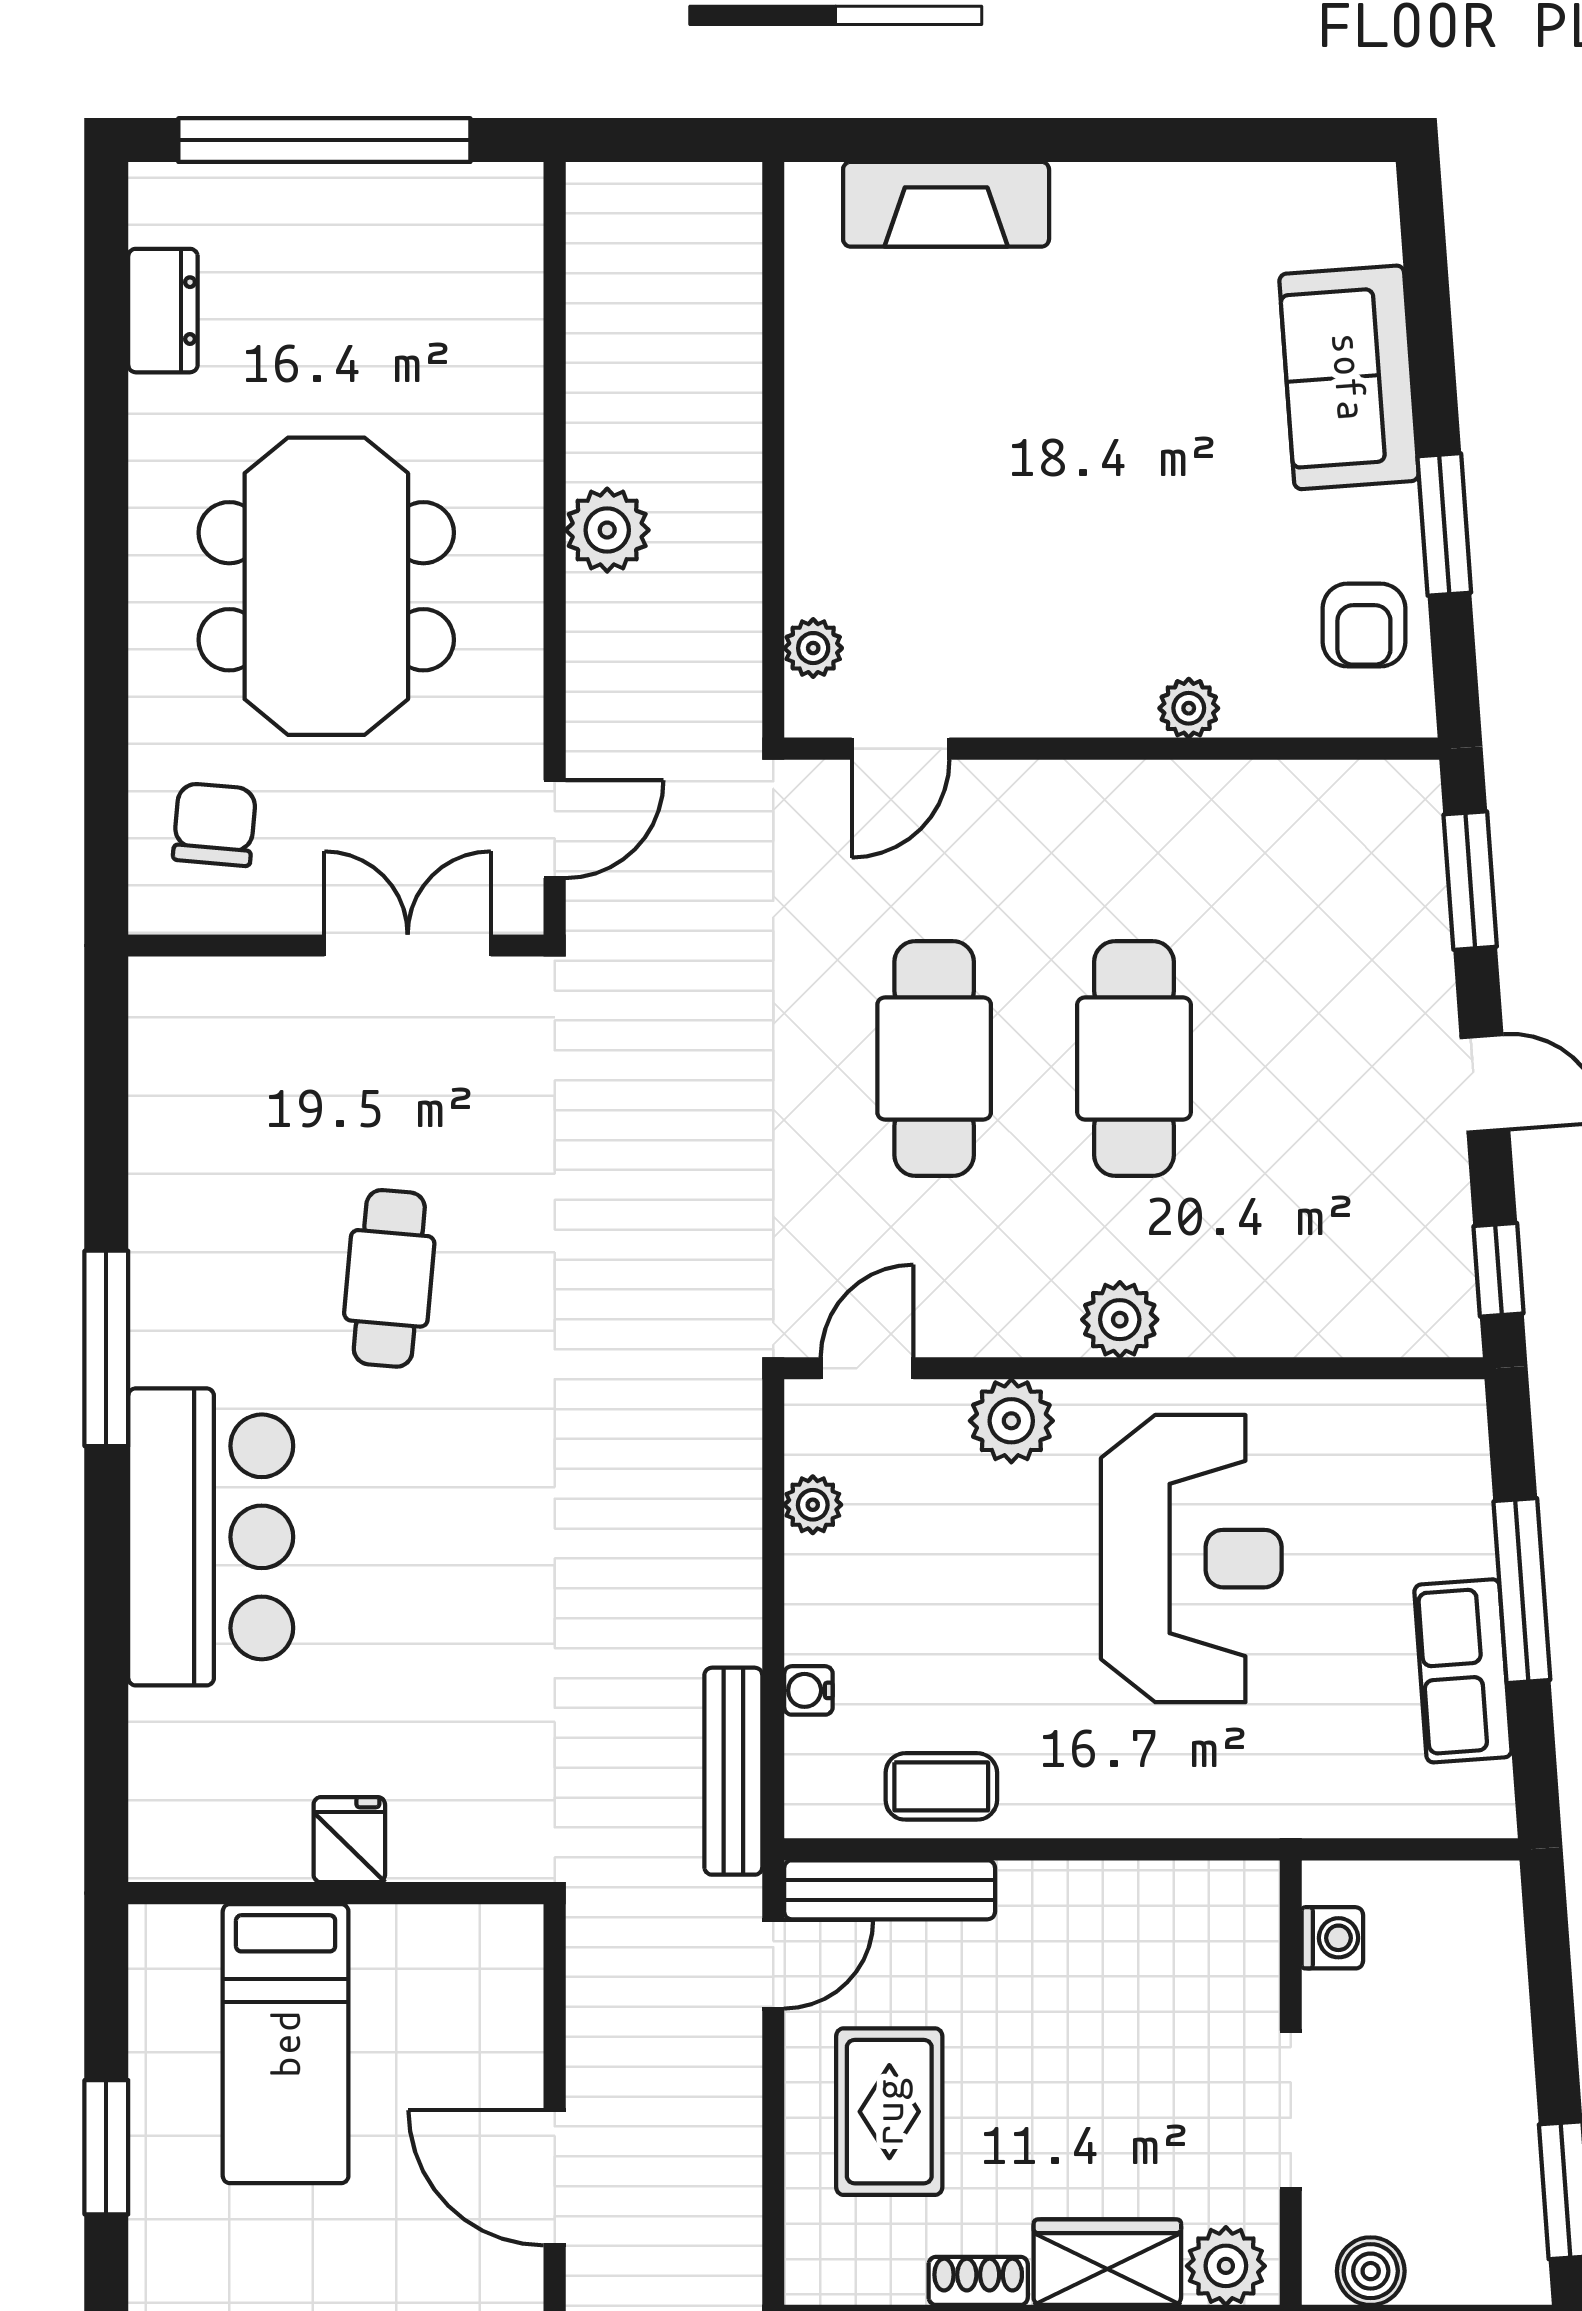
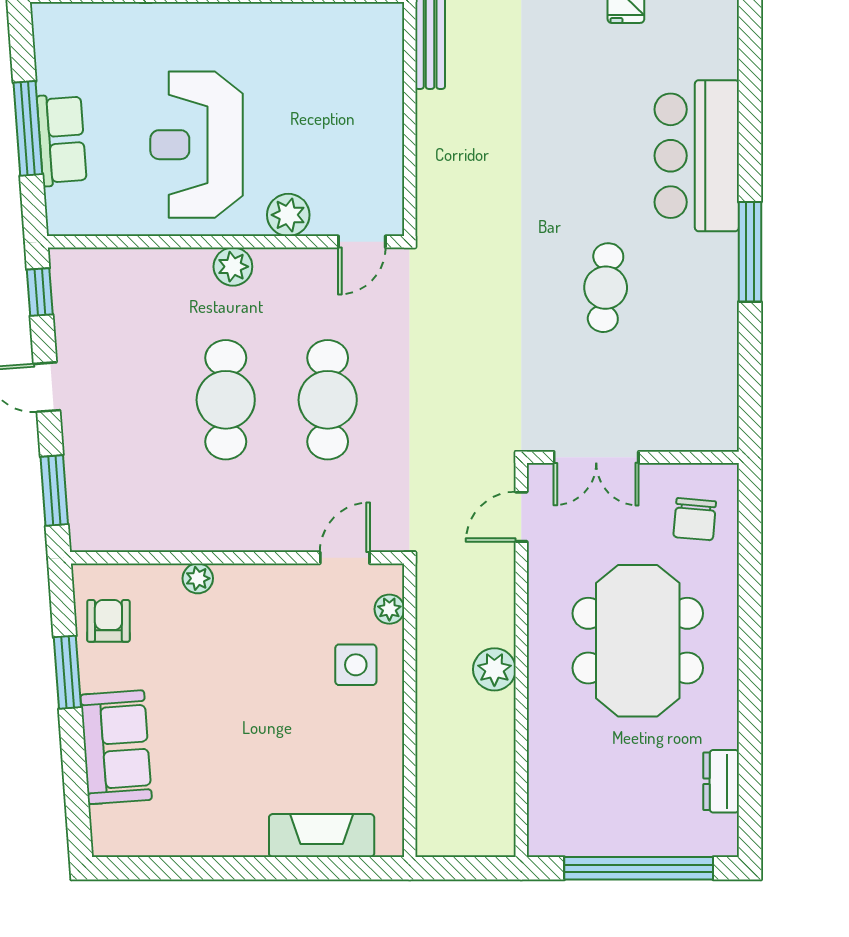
side table: (879, 539) -> (356, 665), added
plant: (813, 1505) -> (390, 172), removed
row of seats: (1463, 1671) -> (62, 140), moved
water cooler: (808, 1690) -> (392, 77), removed
coffee table: (941, 1786) -> (324, 28), removed

